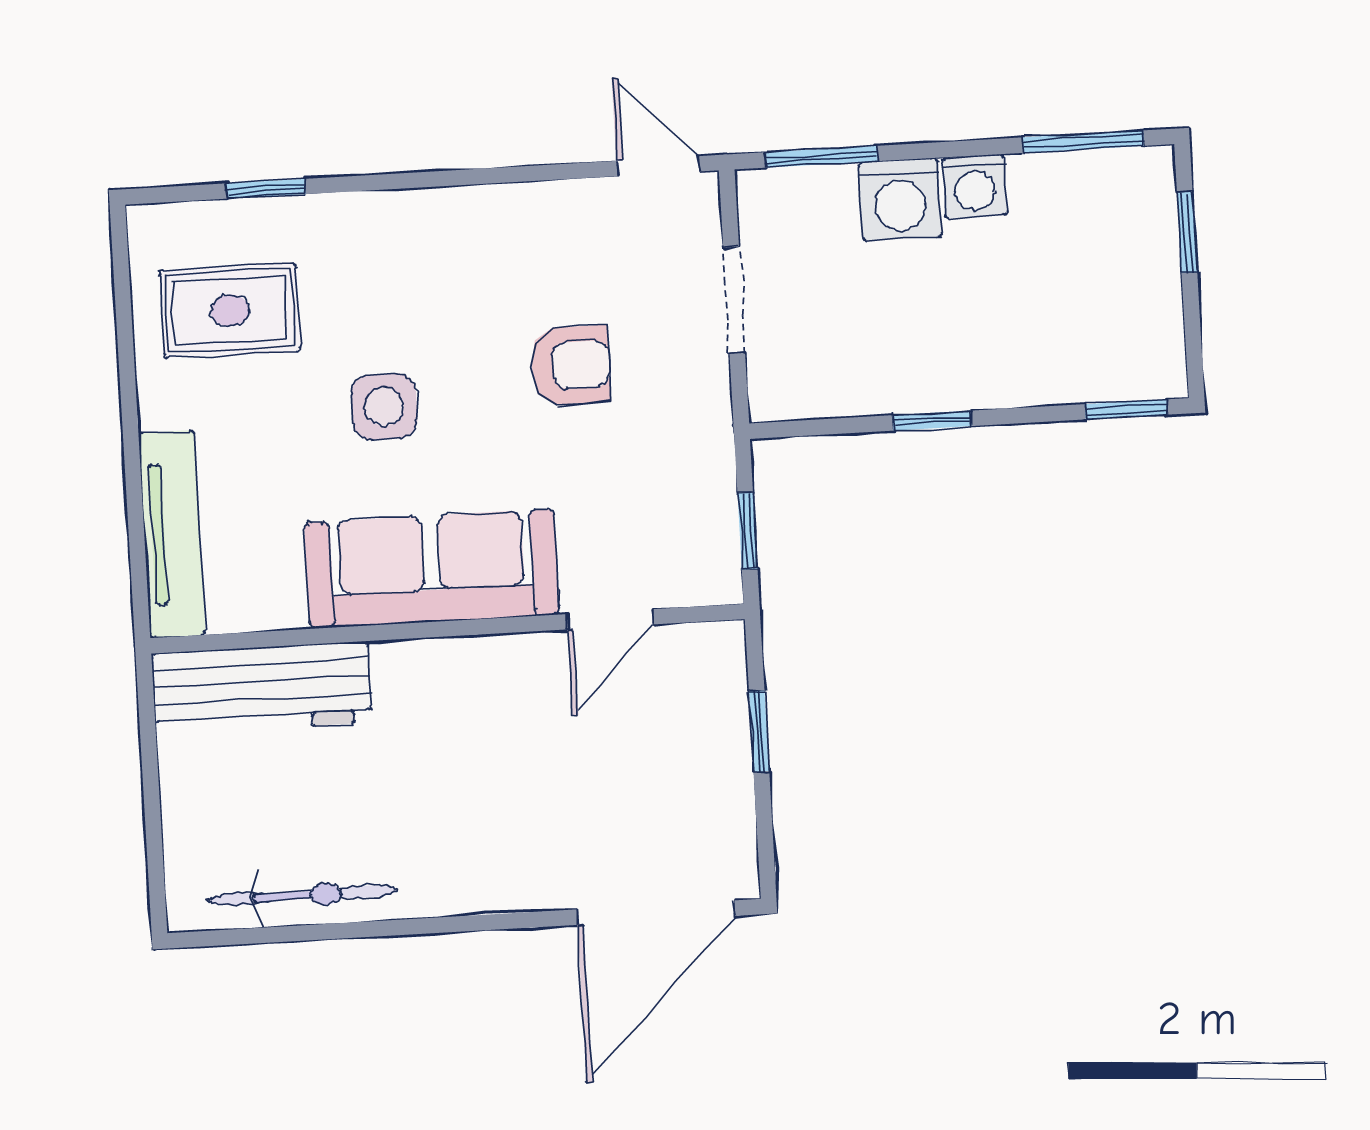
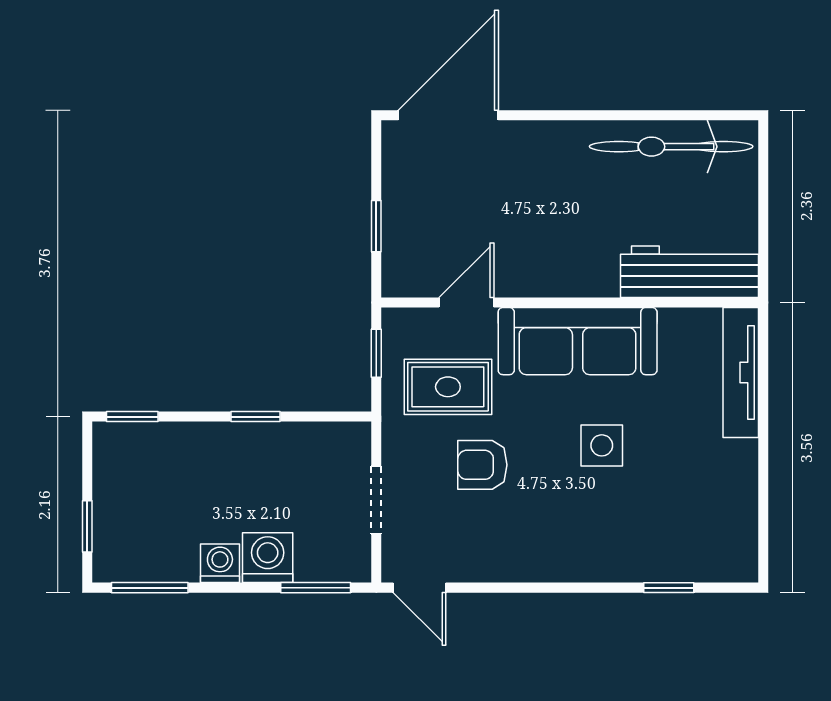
rug: (230, 310) -> (448, 387), moved
bicycle: (303, 895) -> (671, 147), width x1.37, depth x1.40

